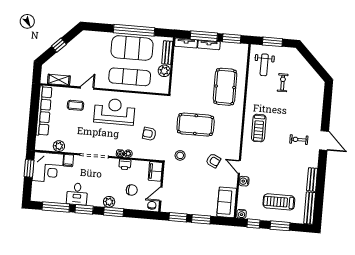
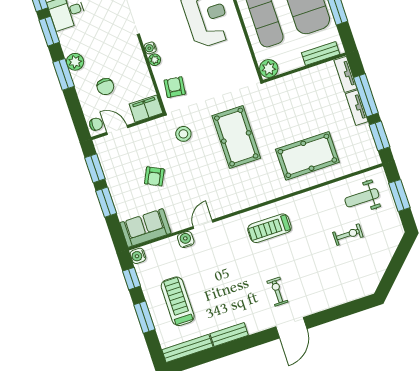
plant: (164, 71) -> (269, 68), moved
armchair: (149, 134) -> (175, 87), moved
armchair: (213, 161) -> (154, 176), moved
printer: (125, 164) -> (137, 61), removed

